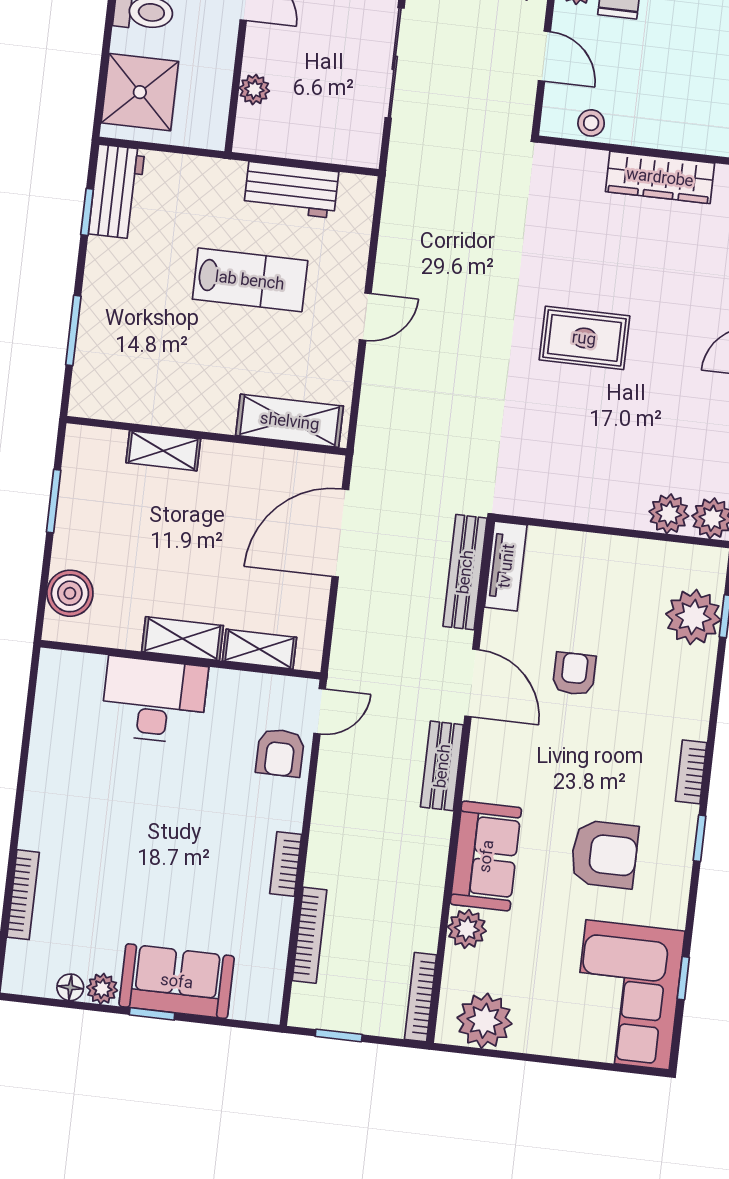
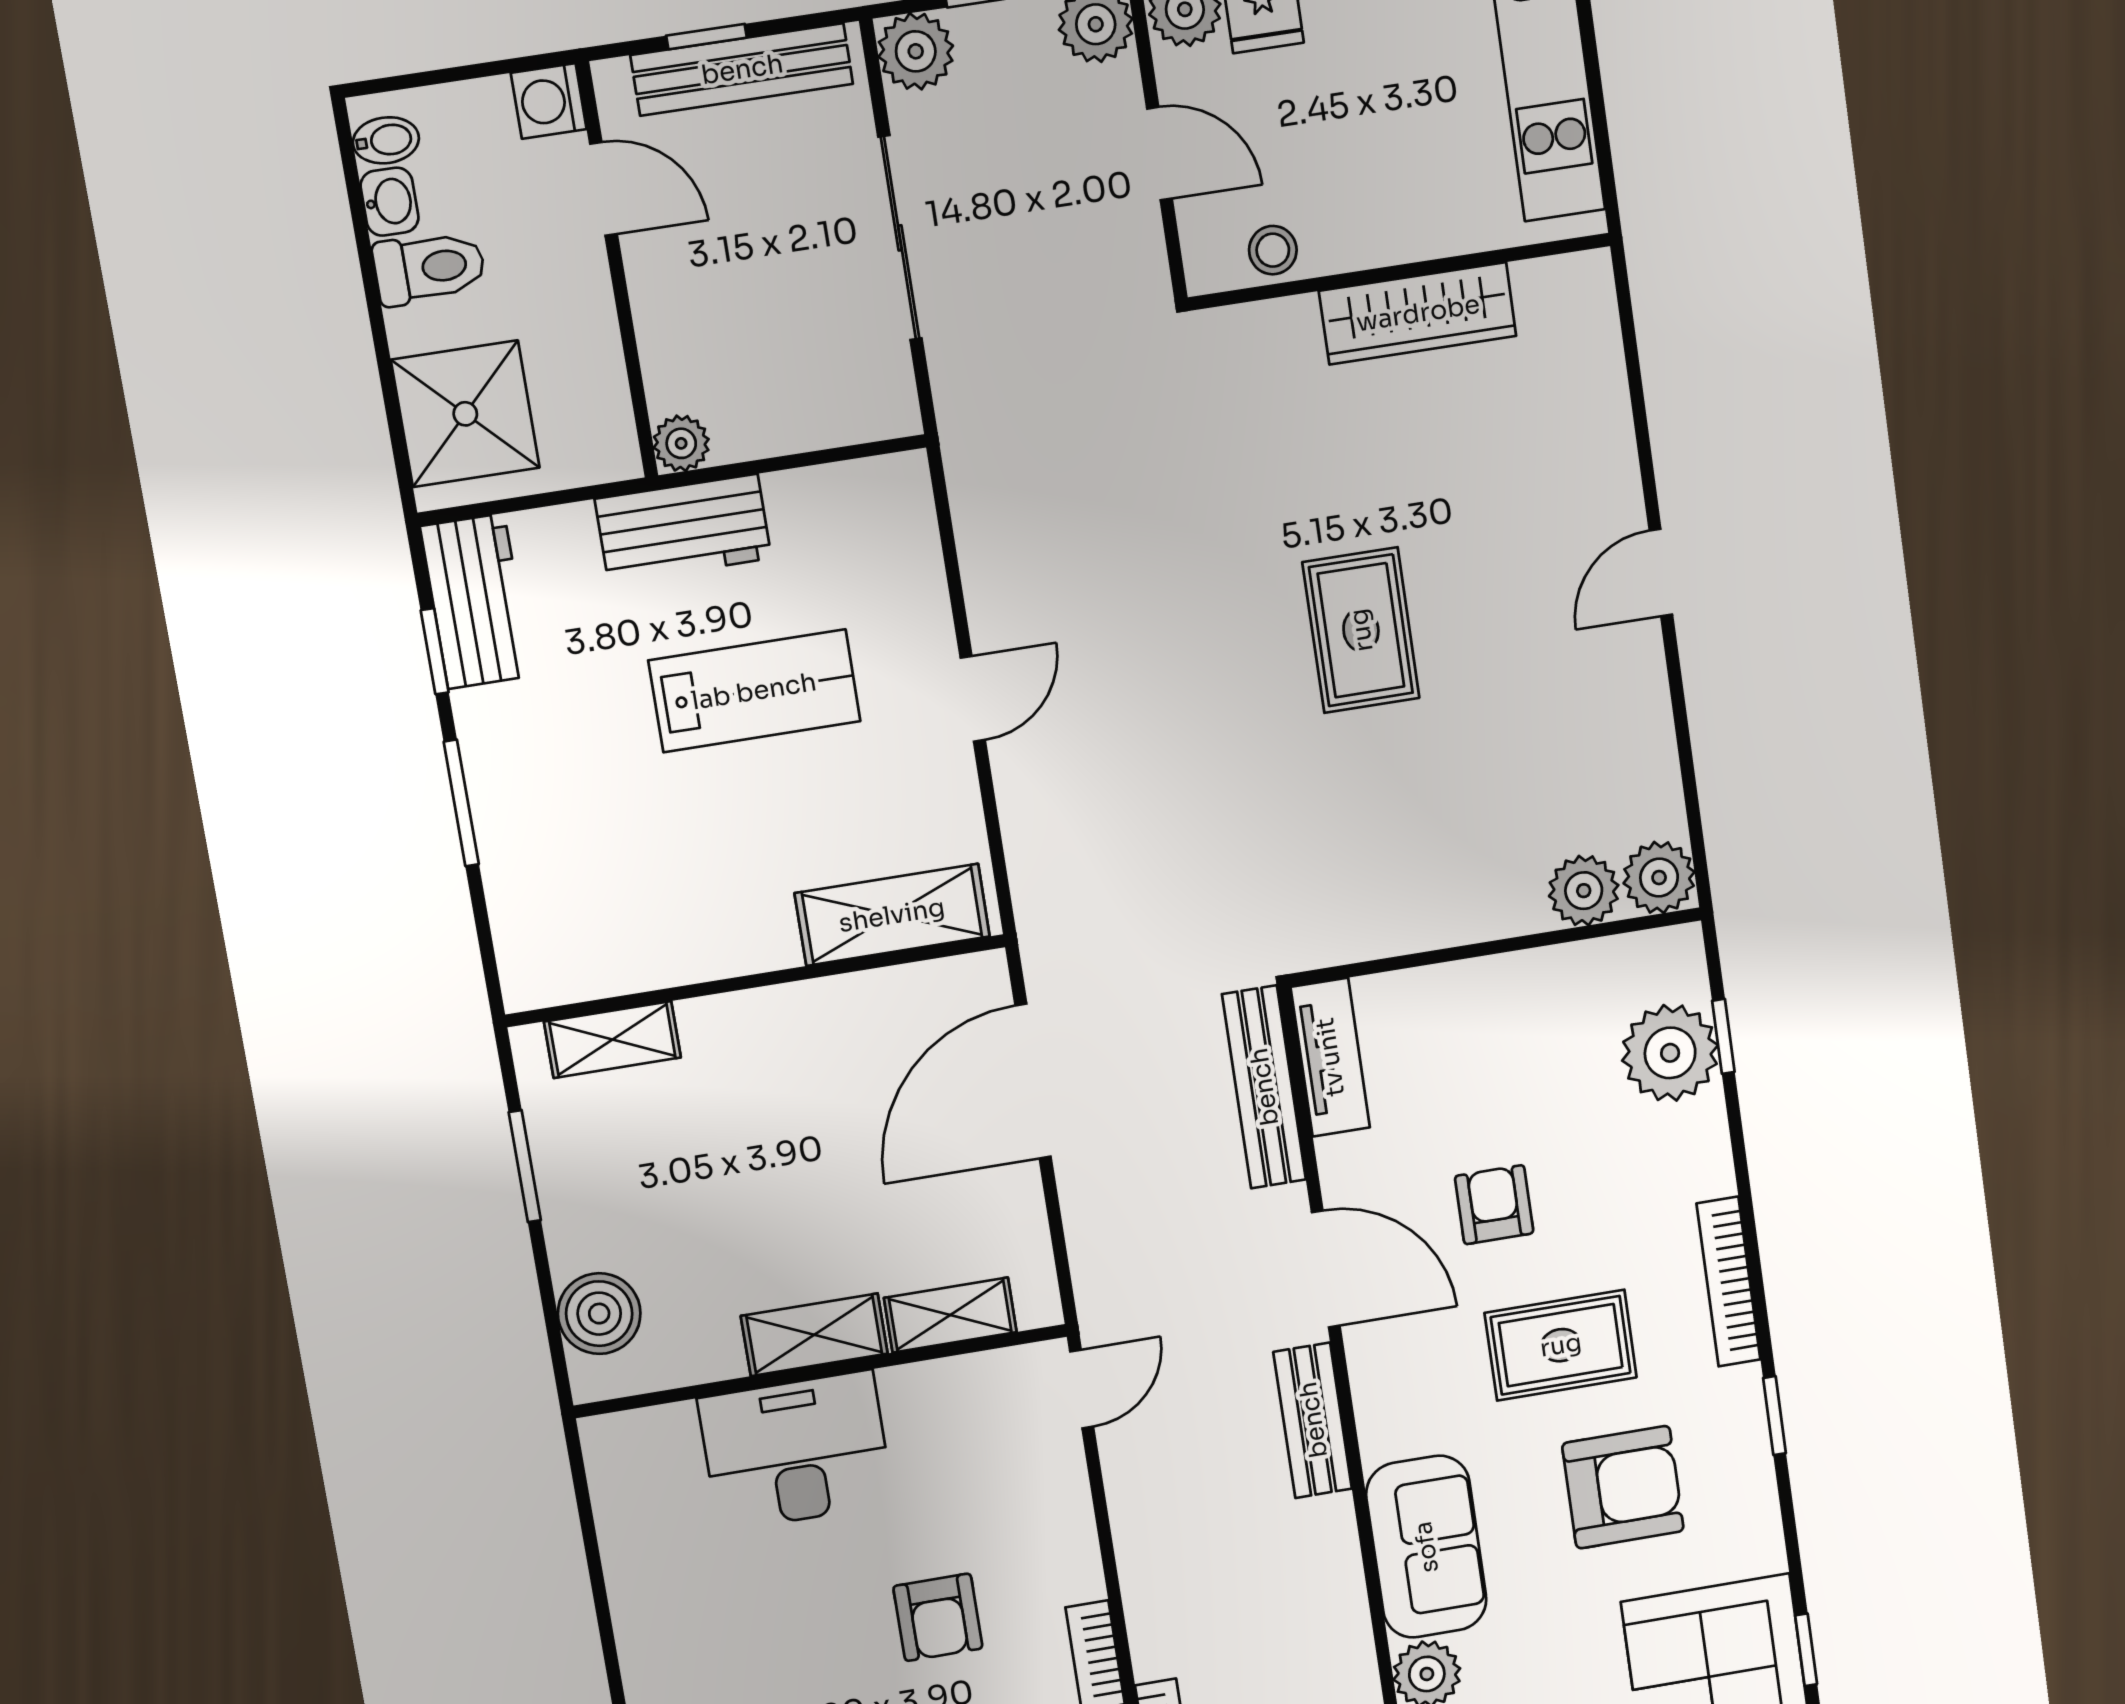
plant: (254, 89) -> (681, 443), moved
workbench: (291, 190) -> (683, 529), moved
window: (73, 330) -> (461, 803), moved
rug: (584, 338) -> (1361, 630), turned 90
shelving: (163, 451) -> (612, 1040), moved
armchair: (280, 753) -> (938, 1617), moved
rug: (590, 763) -> (1561, 1345), added
bookcase: (691, 772) -> (1728, 1282), width x1.56

